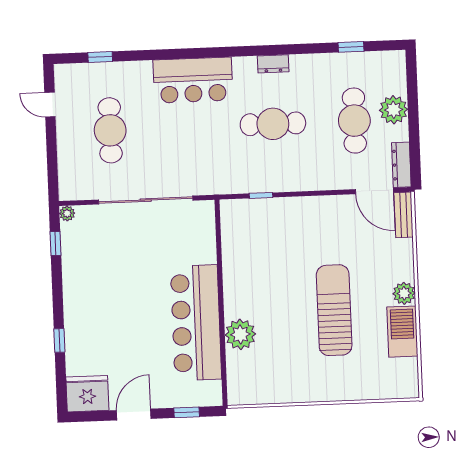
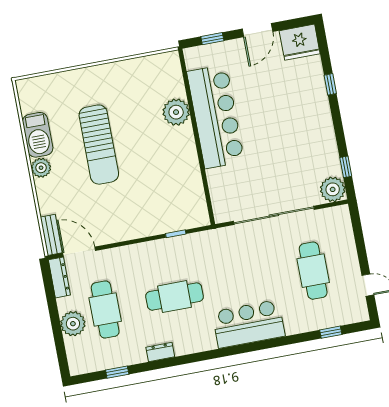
dresser: (273, 64) -> (160, 352), moved
plant: (67, 213) -> (333, 189), width x1.87, depth x1.87

